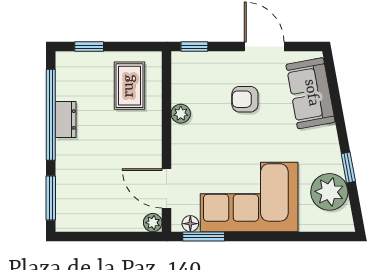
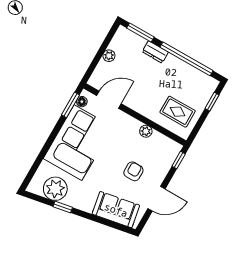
dresser: (66, 120) -> (155, 52), moved
plant: (153, 223) -> (109, 56), moved

